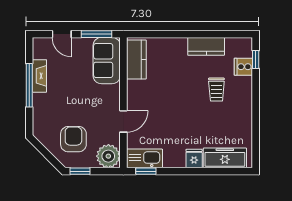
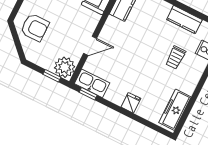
armchair: (73, 139) -> (35, 27), moved, turned 90
freezer: (225, 158) -> (175, 110), moved, turned -90
window: (80, 171) -> (52, 76), moved

